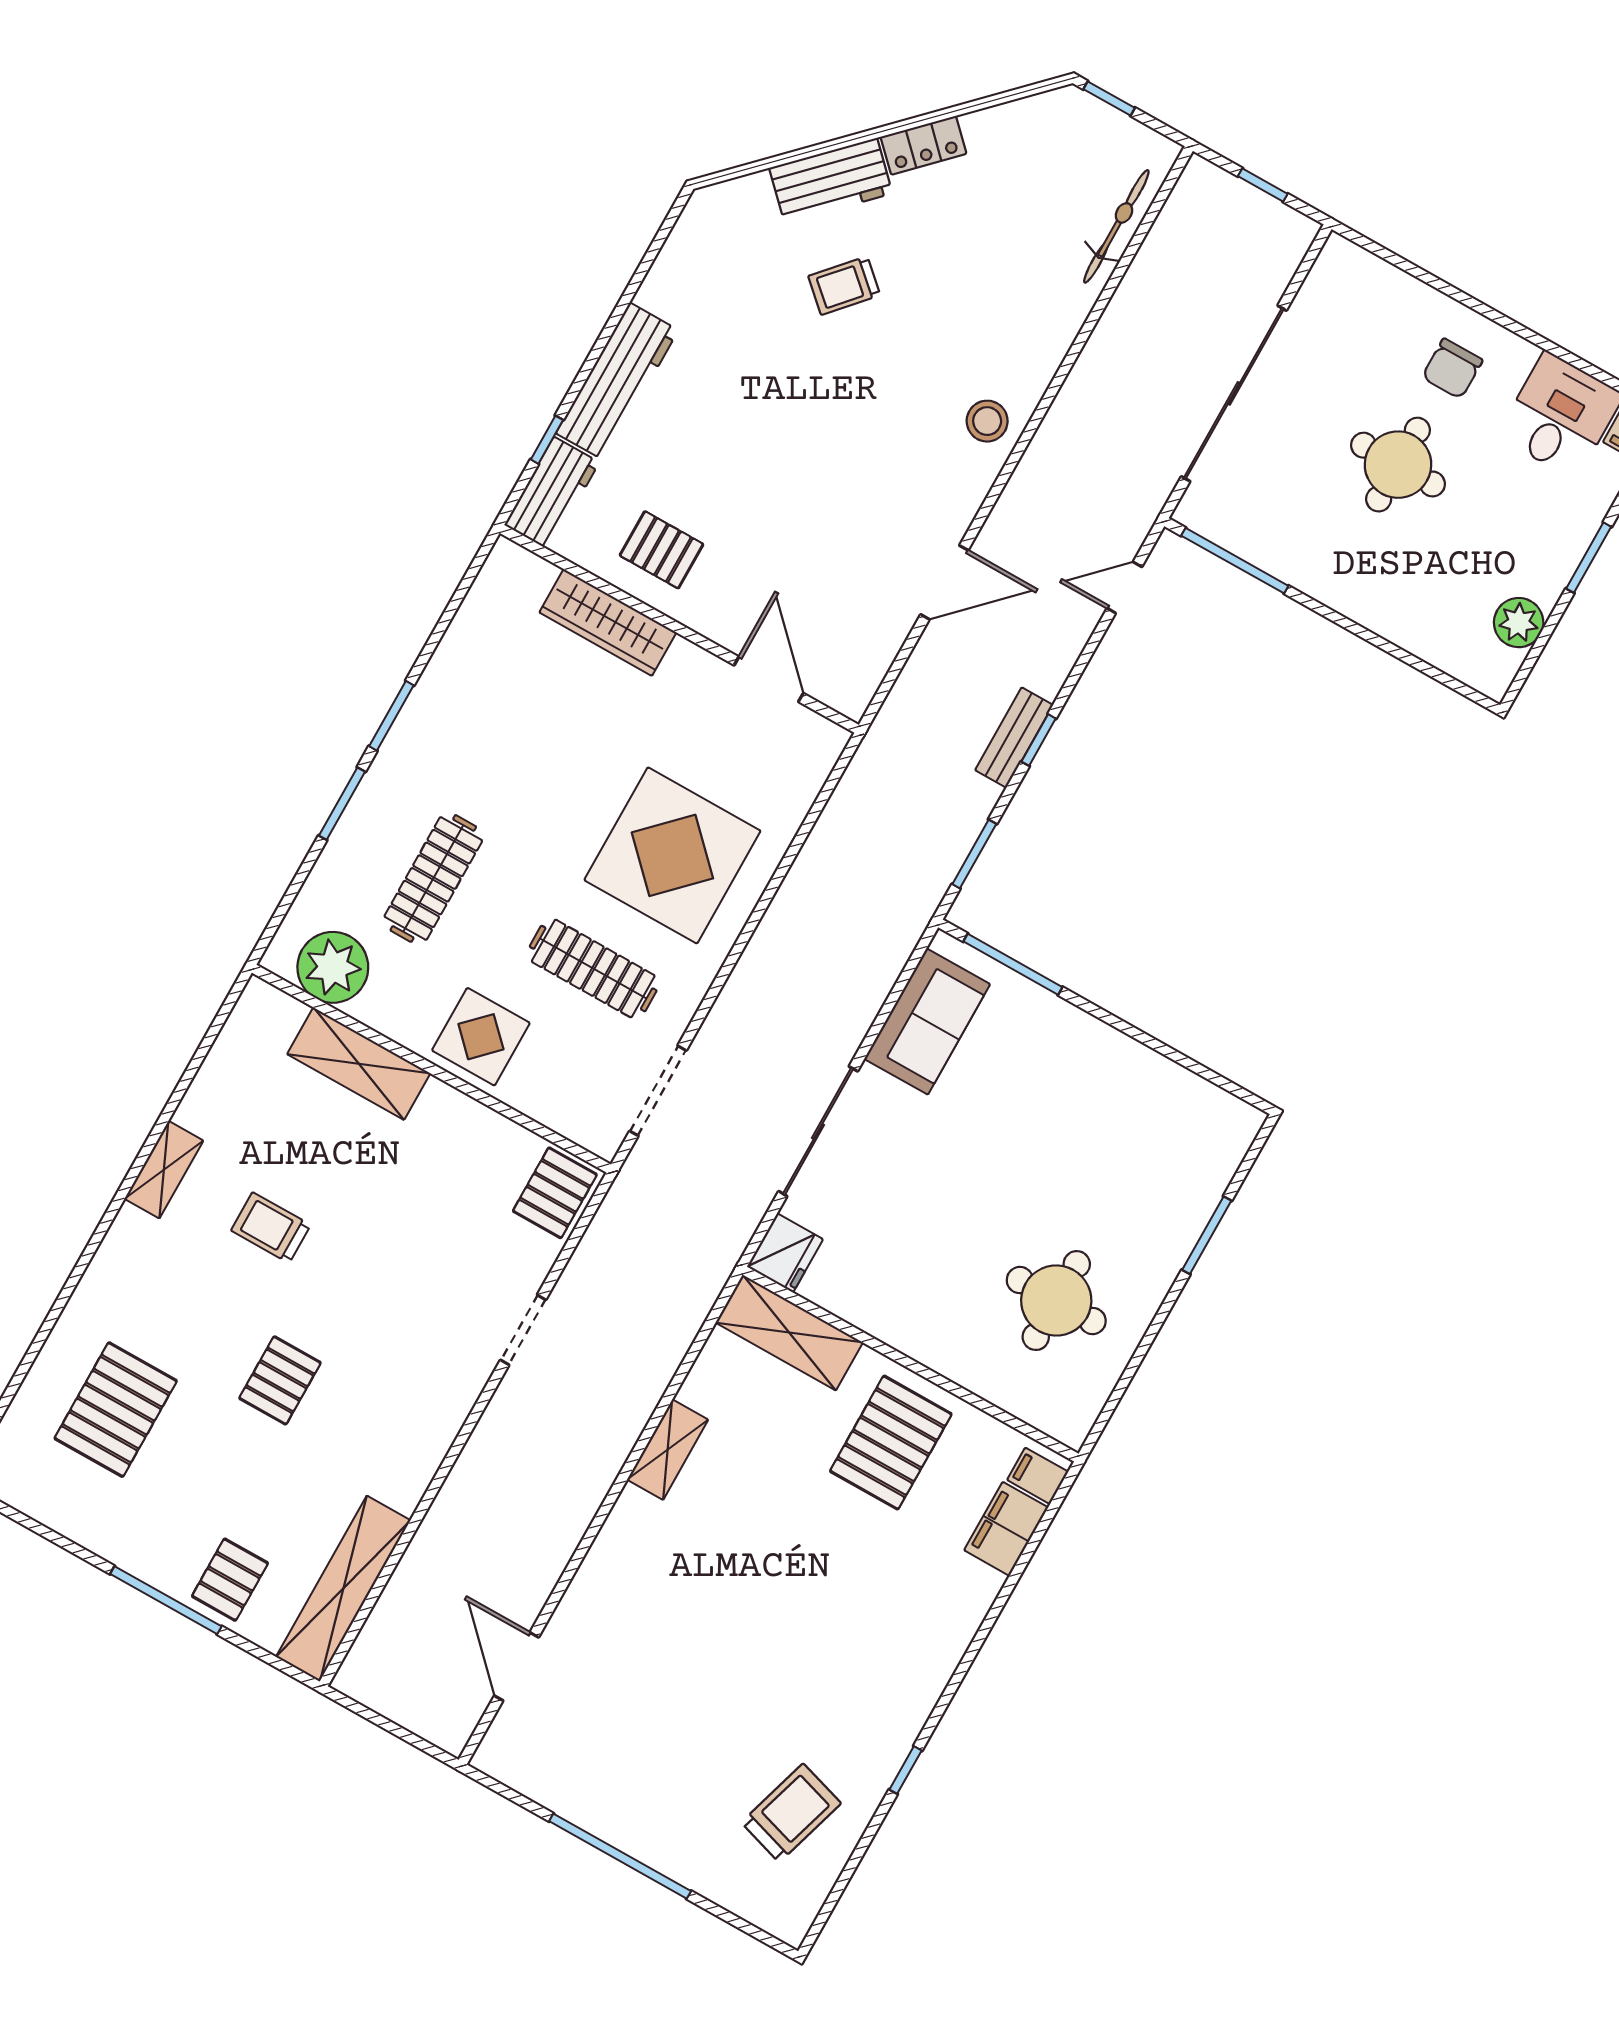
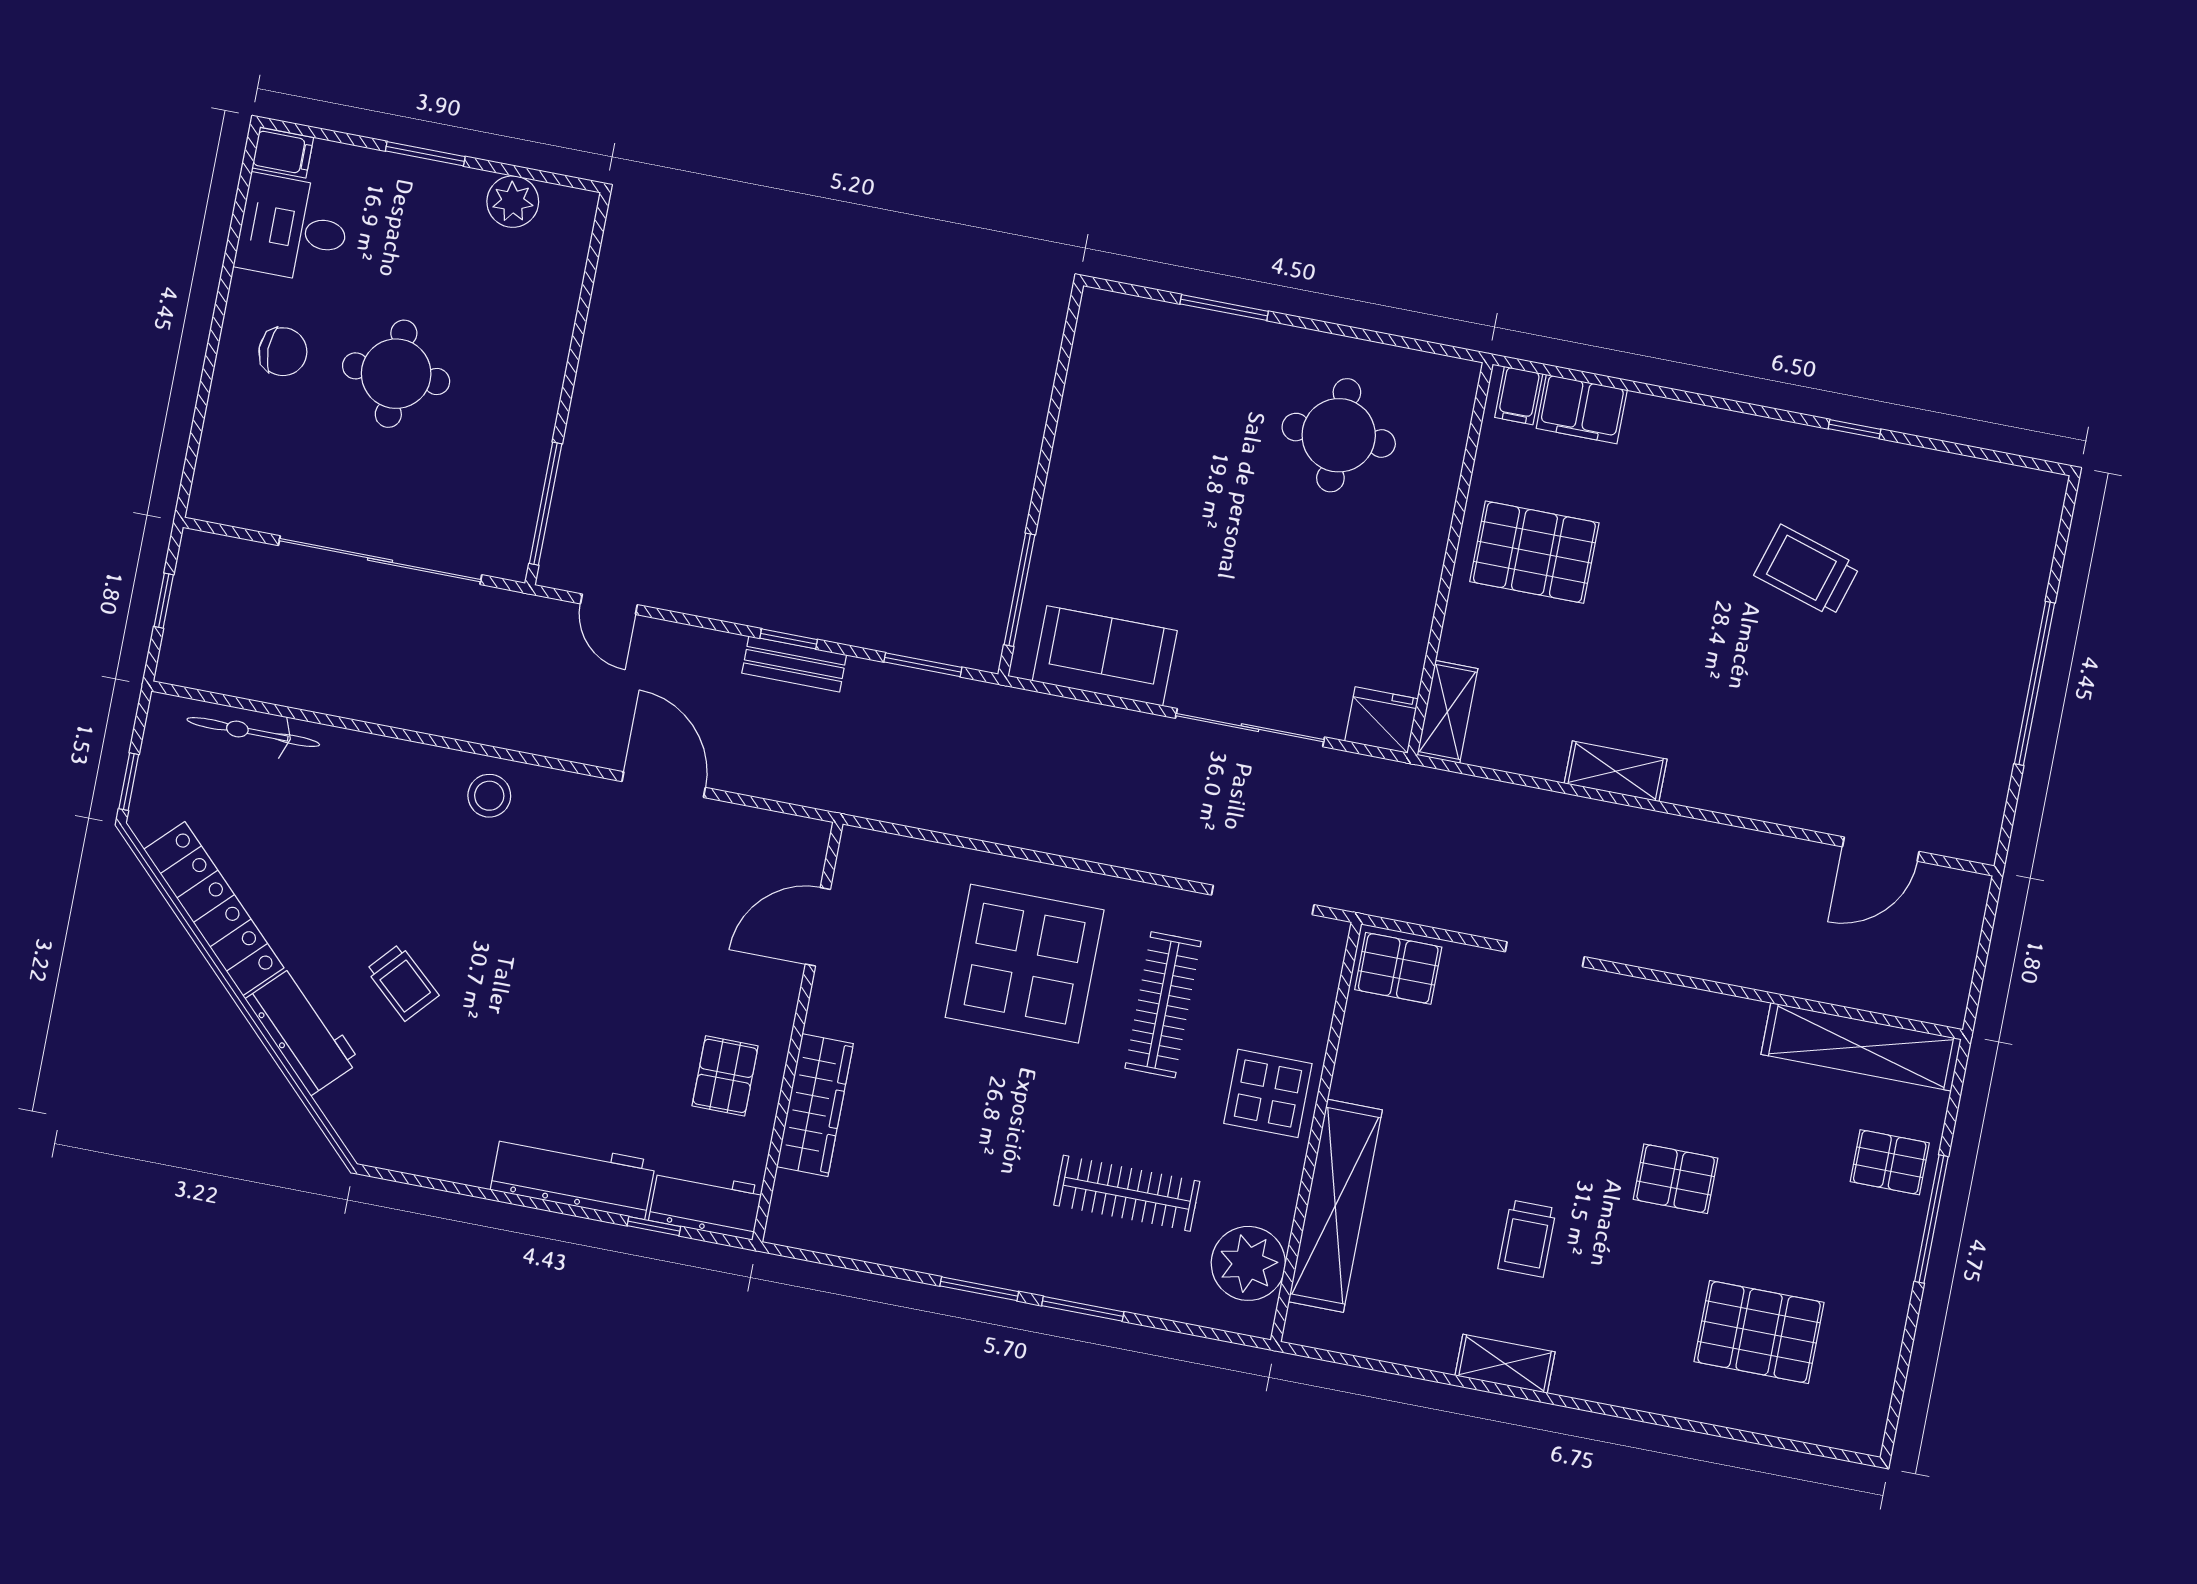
locker: (924, 145) -> (214, 909), width x2.16, depth x1.21
shelving: (359, 1064) -> (1335, 1206), width x1.47
shelving: (789, 1333) -> (1447, 712), width x0.67, depth x0.75
trolley: (791, 1813) -> (1807, 571), moved

